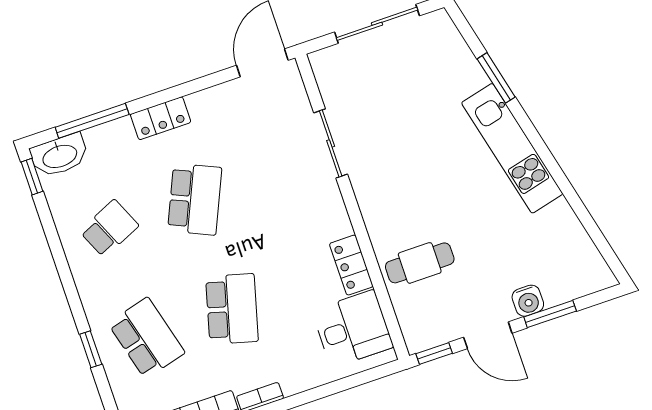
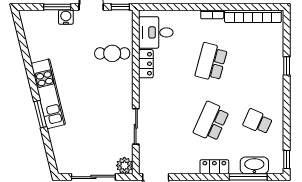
plant: (327, 64) -> (124, 166), added
window: (496, 78) -> (40, 114), moved
washbasin: (59, 155) -> (254, 165), moved
school desk: (109, 228) -> (258, 122), turned 48
school desk: (146, 338) -> (258, 62), removed

